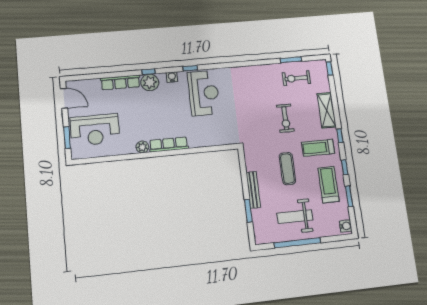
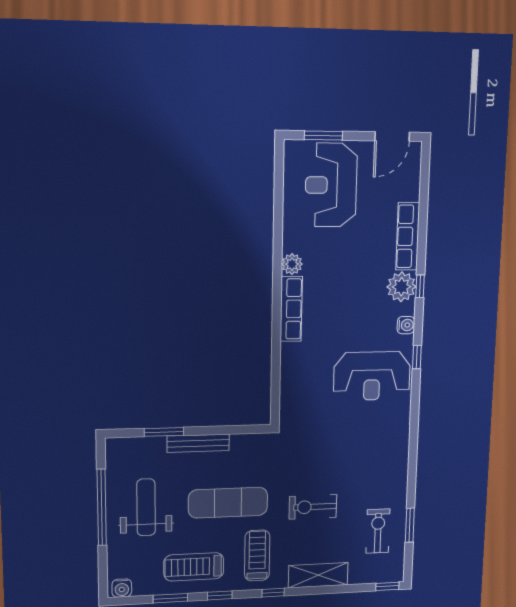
exercise mat: (287, 168) -> (228, 503), width x1.36, depth x1.45
treadmill: (328, 185) -> (194, 567), turned 180

